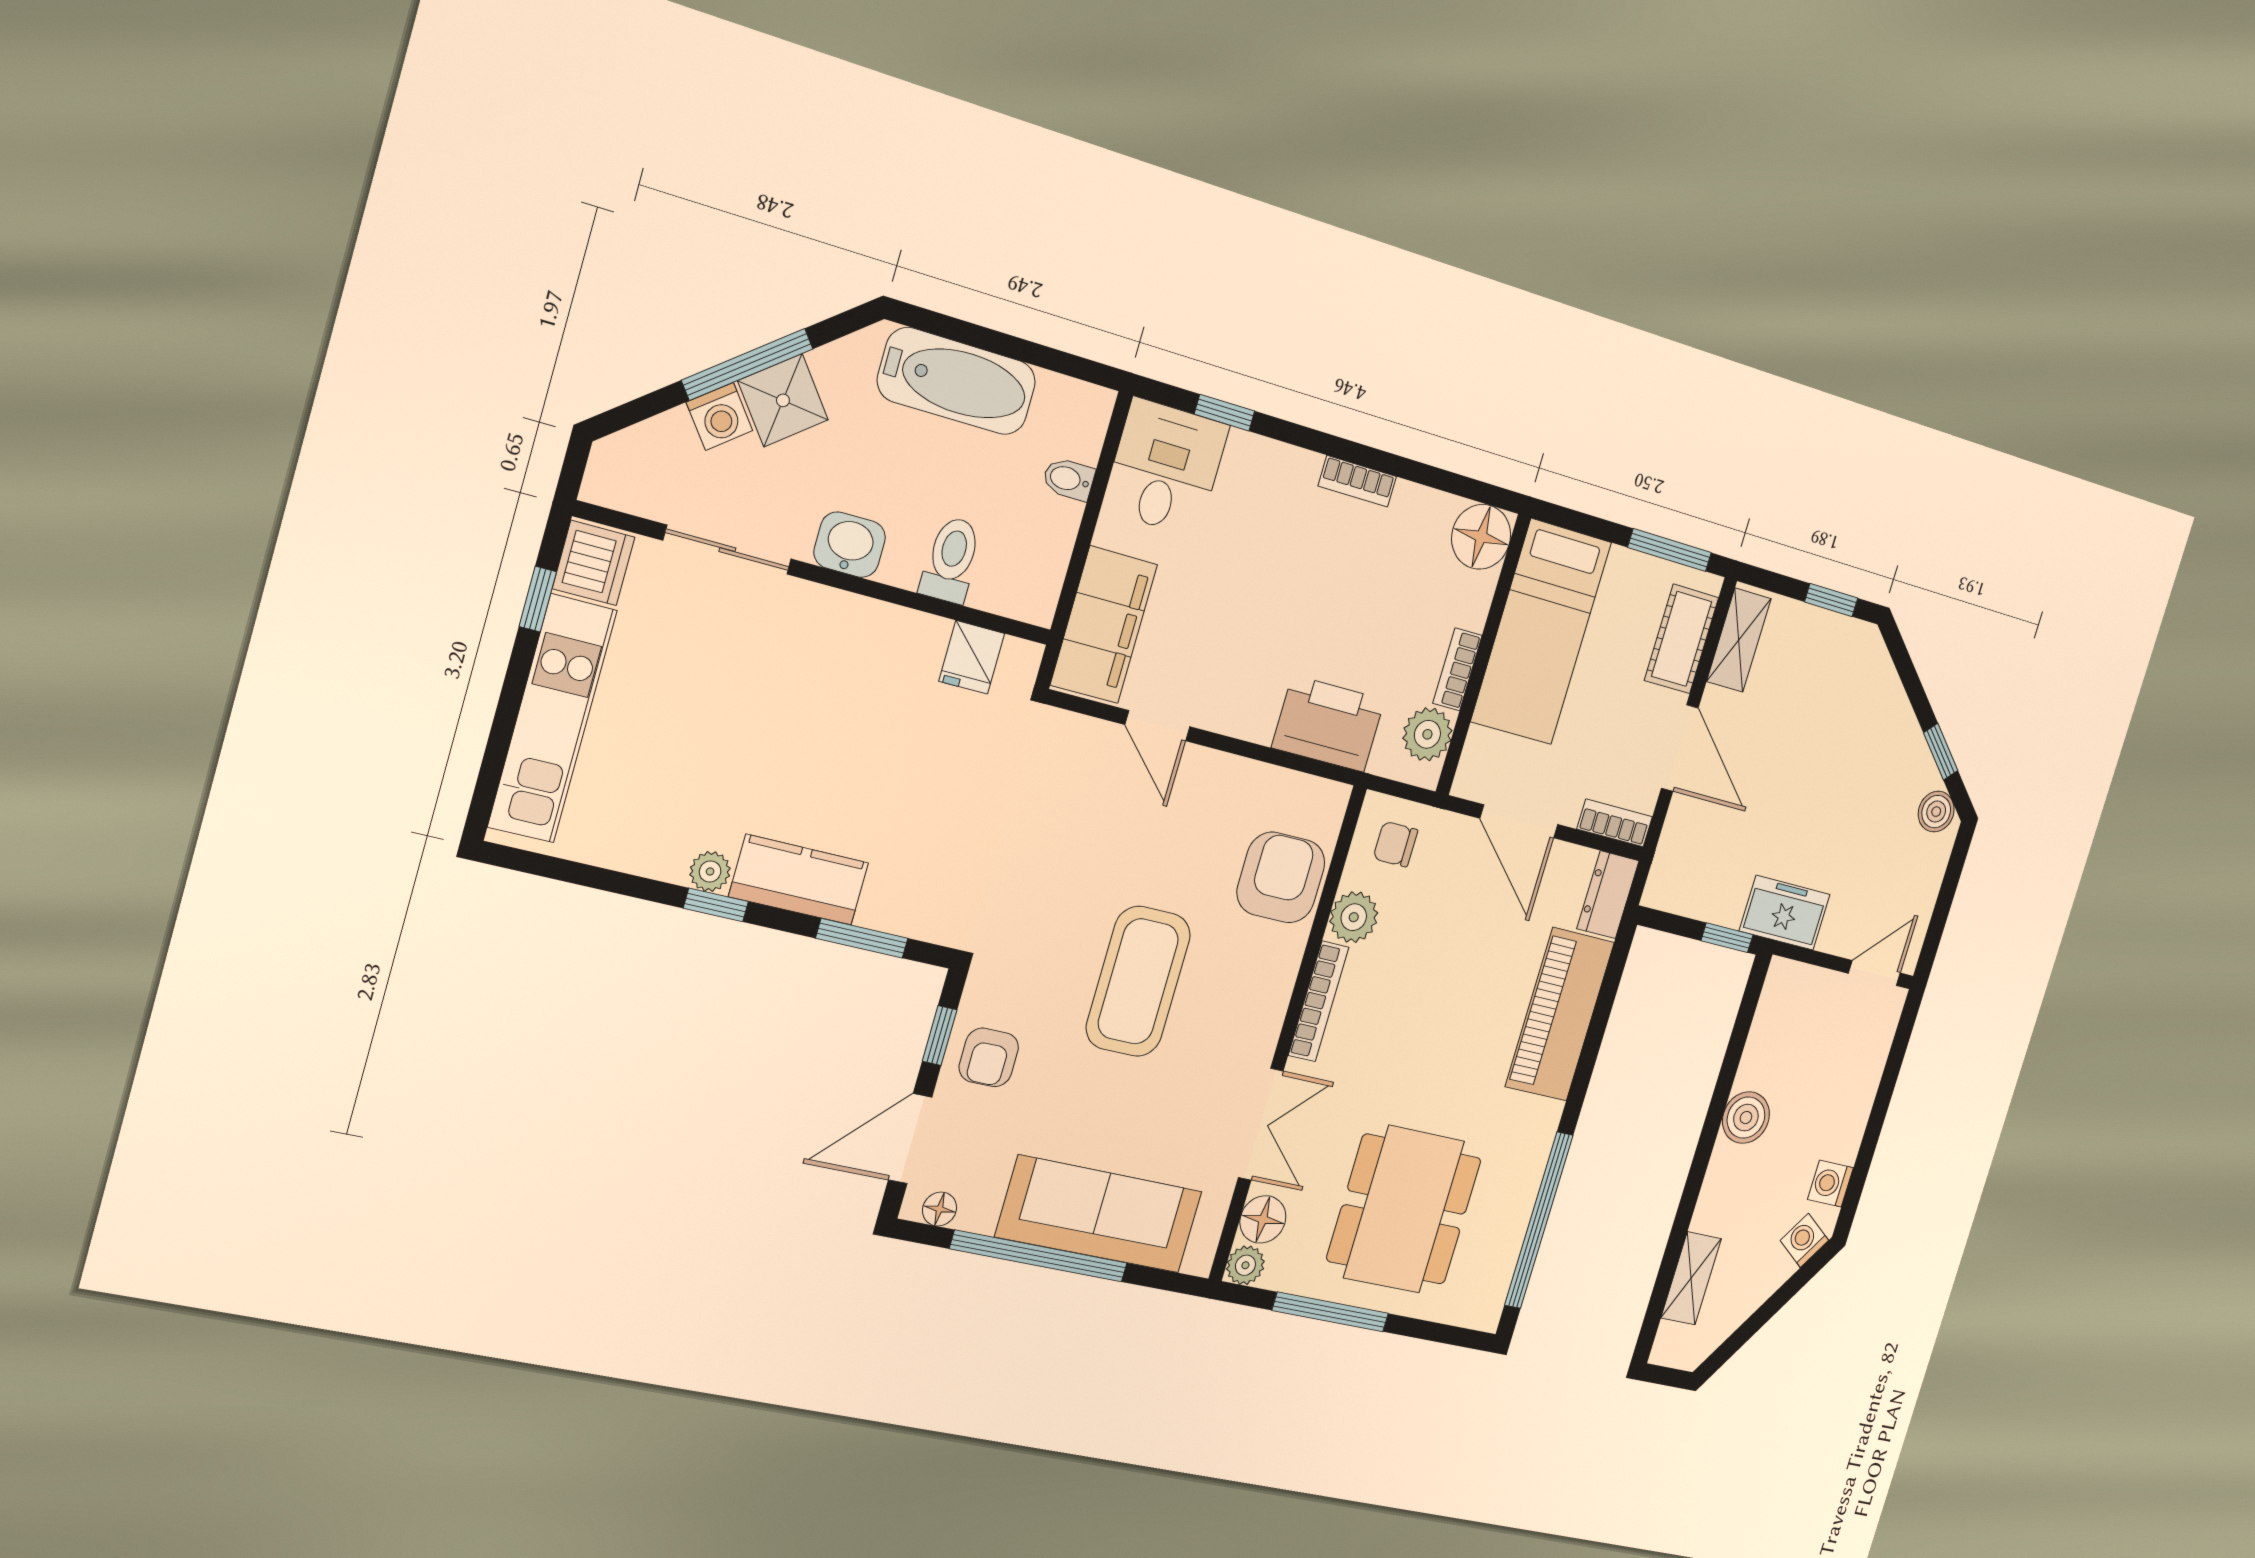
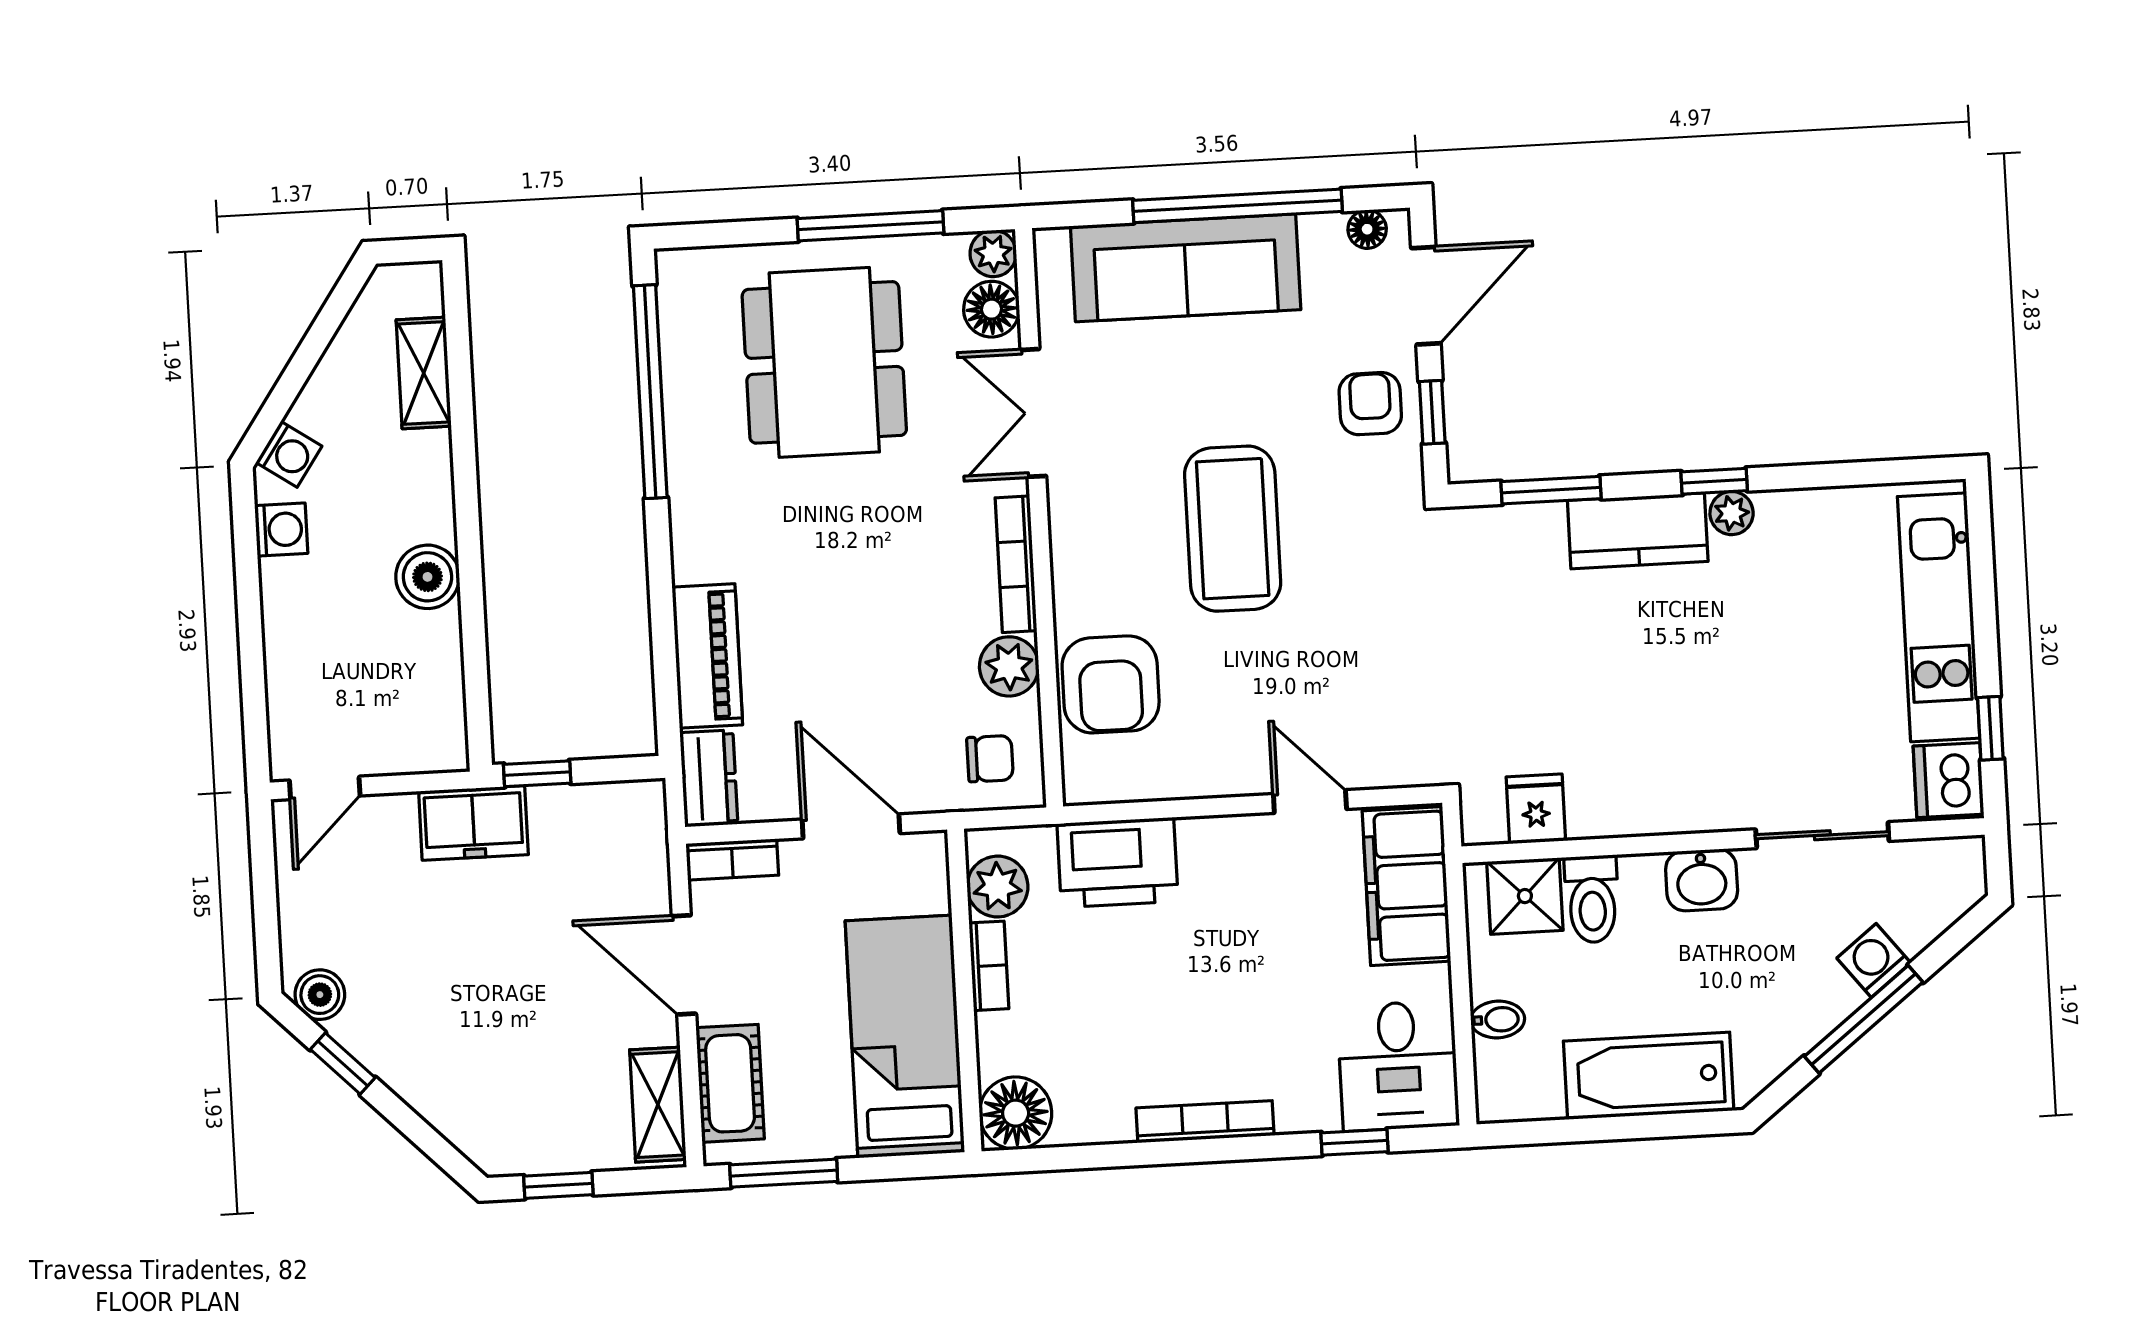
shower: (783, 400) -> (1525, 896), moved, turned 38
bookcase: (1357, 481) -> (1205, 1122), width x1.56
piano: (1560, 1014) -> (707, 656), width x0.73, depth x0.75

